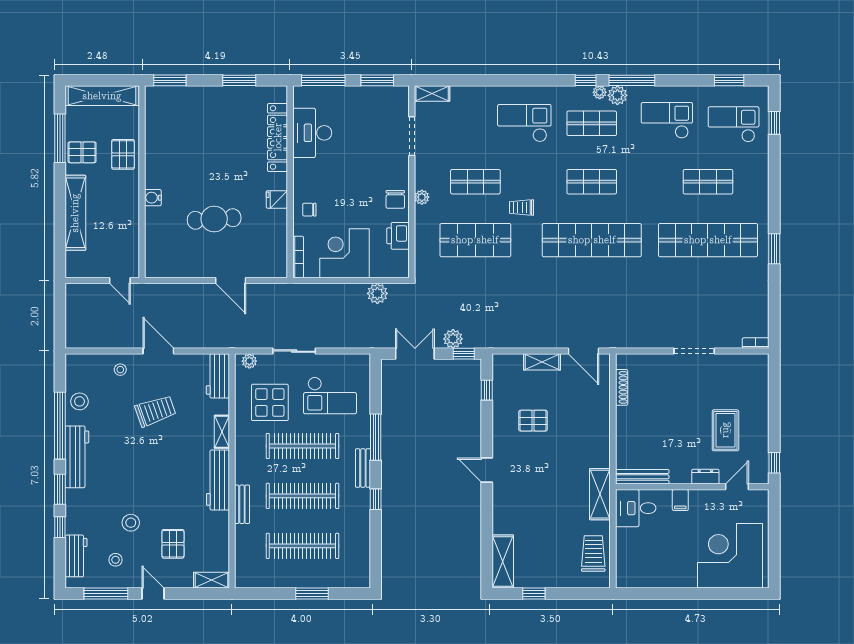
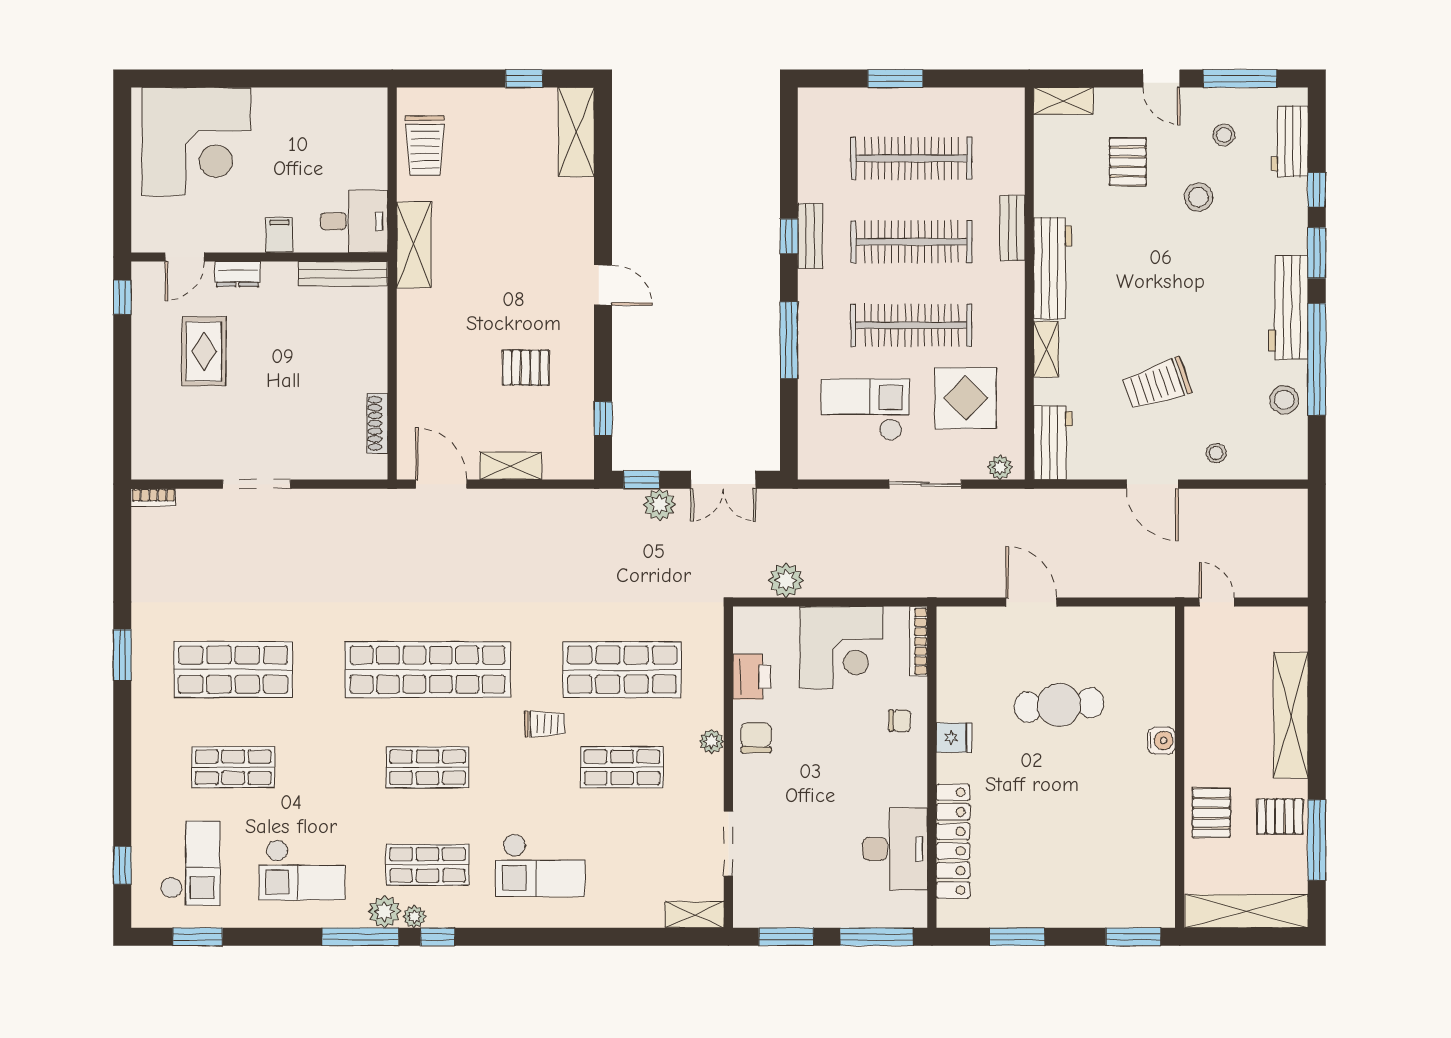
checkout: (734, 124) -> (190, 863), turned -90
shop shelf: (708, 240) -> (233, 670), width x0.71
bench: (363, 468) -> (810, 236), moved

